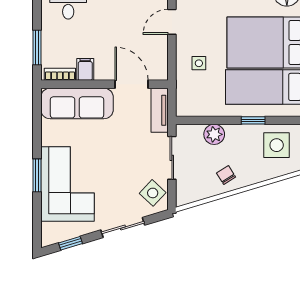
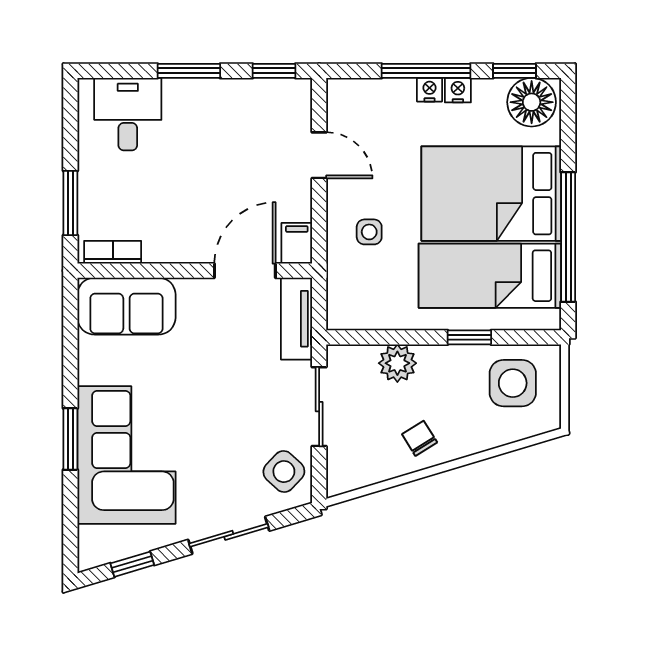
door: (172, 22) -> (319, 155), swing flipped
filing cabinet: (85, 69) -> (297, 243), moved
door: (132, 84) -> (245, 271), hinge flipped
sofa: (77, 103) -> (126, 306), width x0.73

